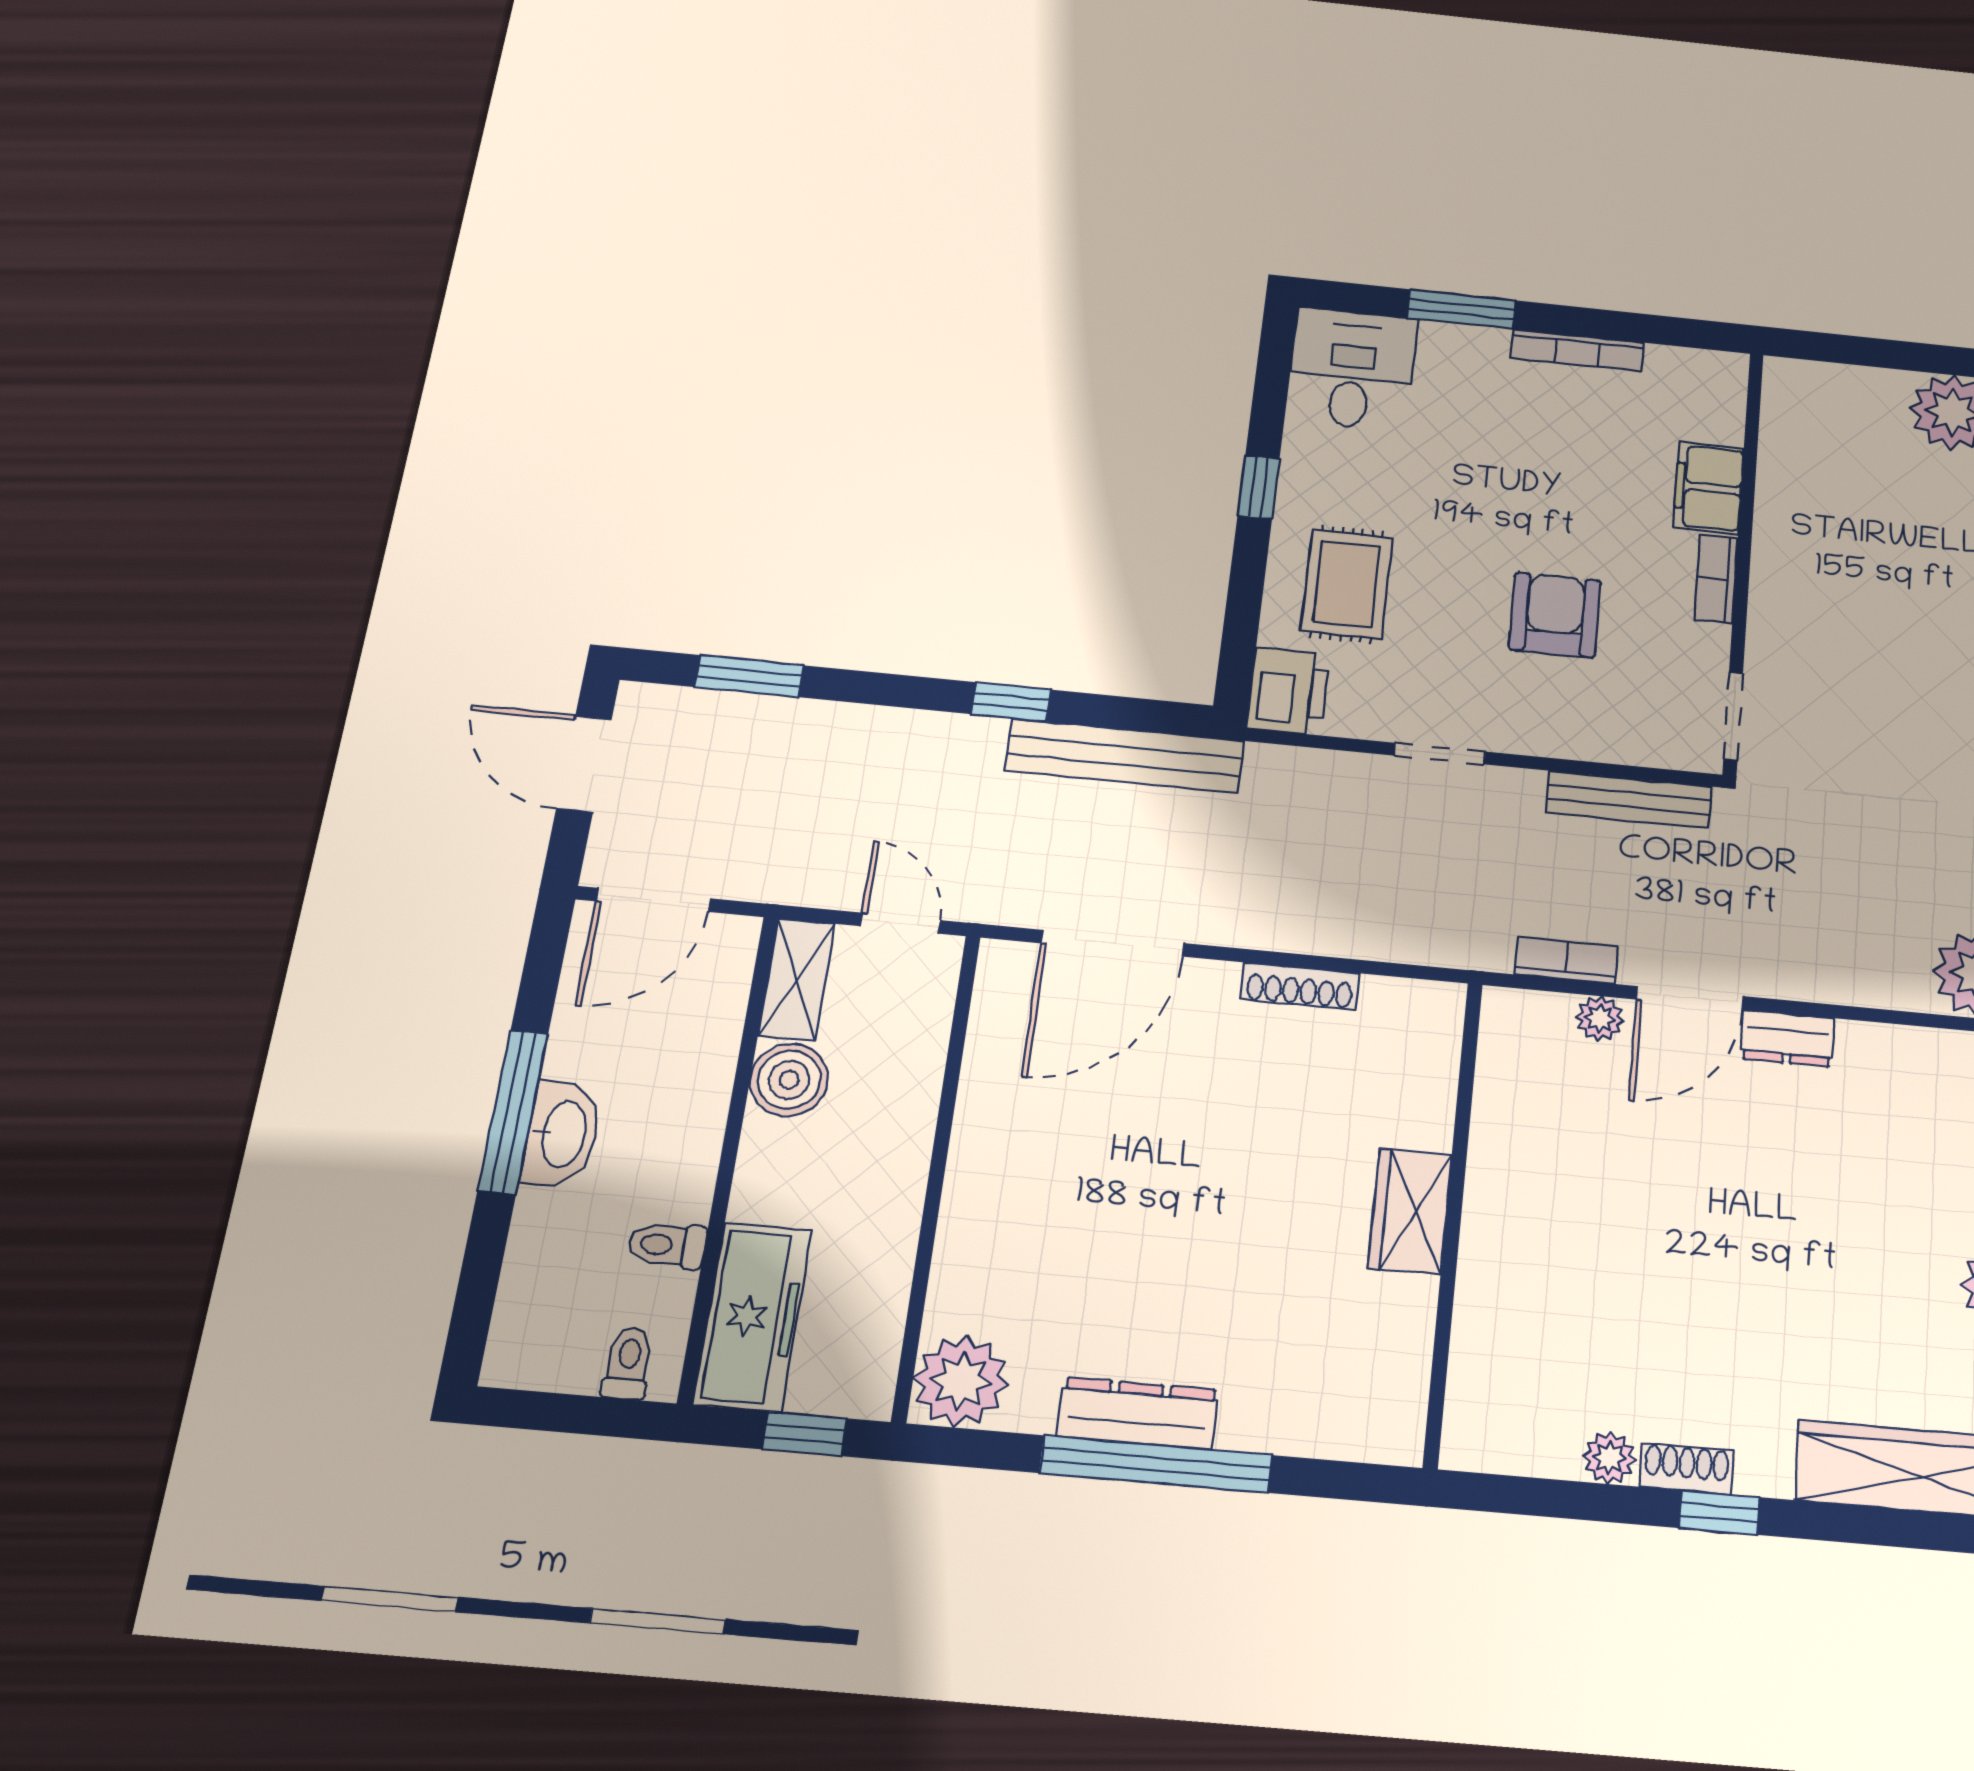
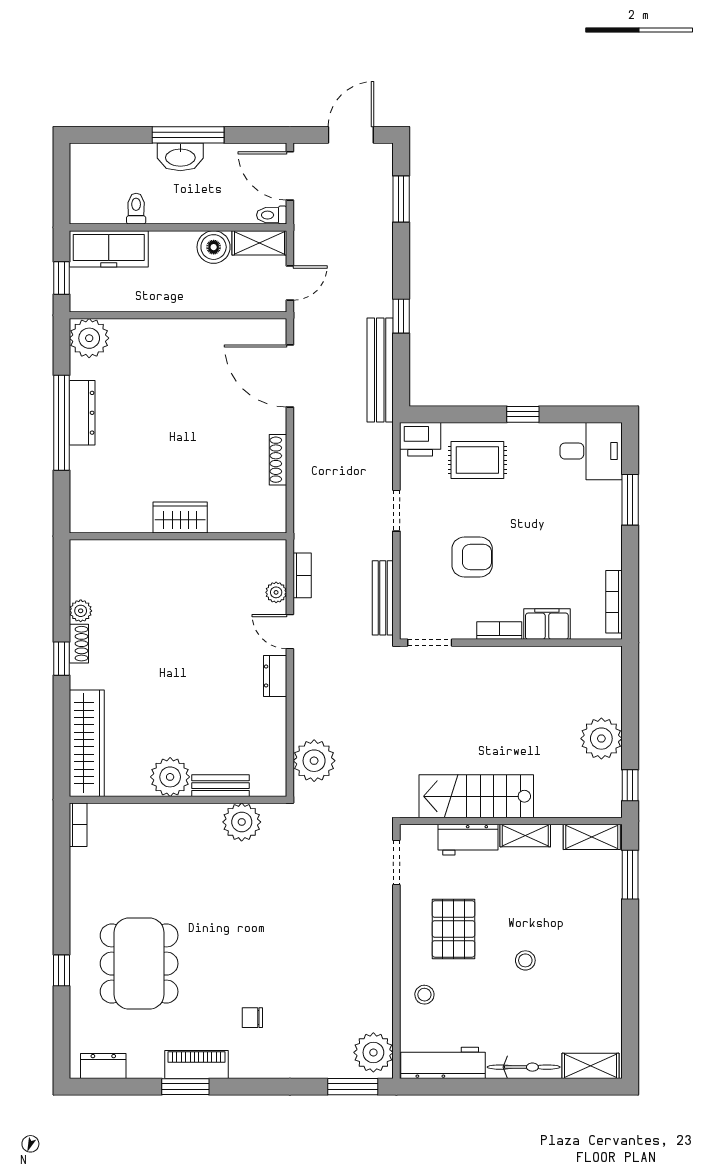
bookcase: (1577, 350) -> (614, 602), moved
door: (1690, 998) -> (290, 632), width x0.73
toilet: (628, 1363) -> (272, 215), moved, turned 180

